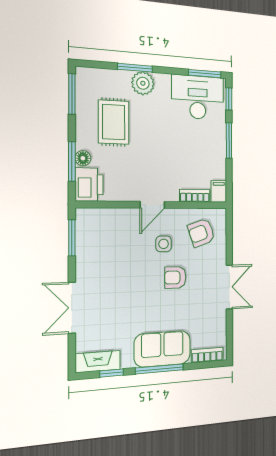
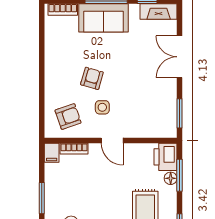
door: (152, 205) -> (112, 141), swing flipped
armchair: (175, 277) -> (92, 78), turned -74
double door: (229, 287) -> (42, 68), removed
double door: (72, 308) -> (180, 57), swing flipped

